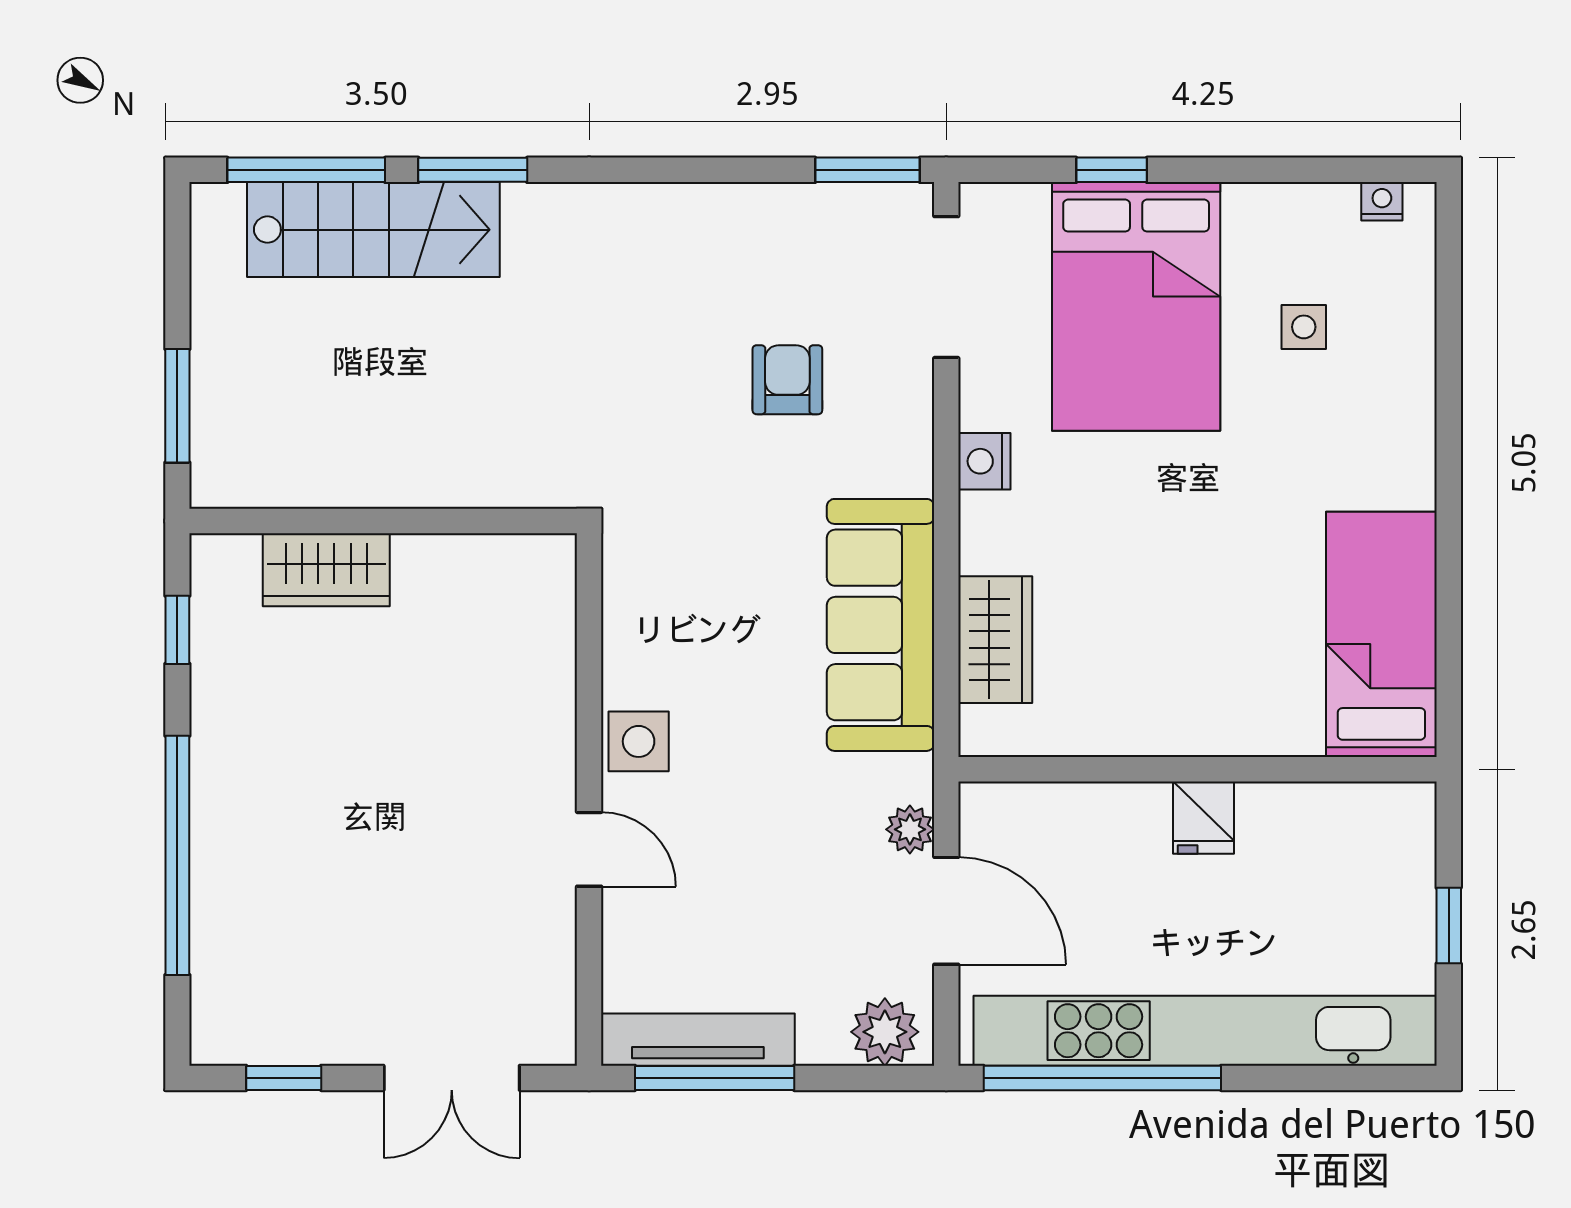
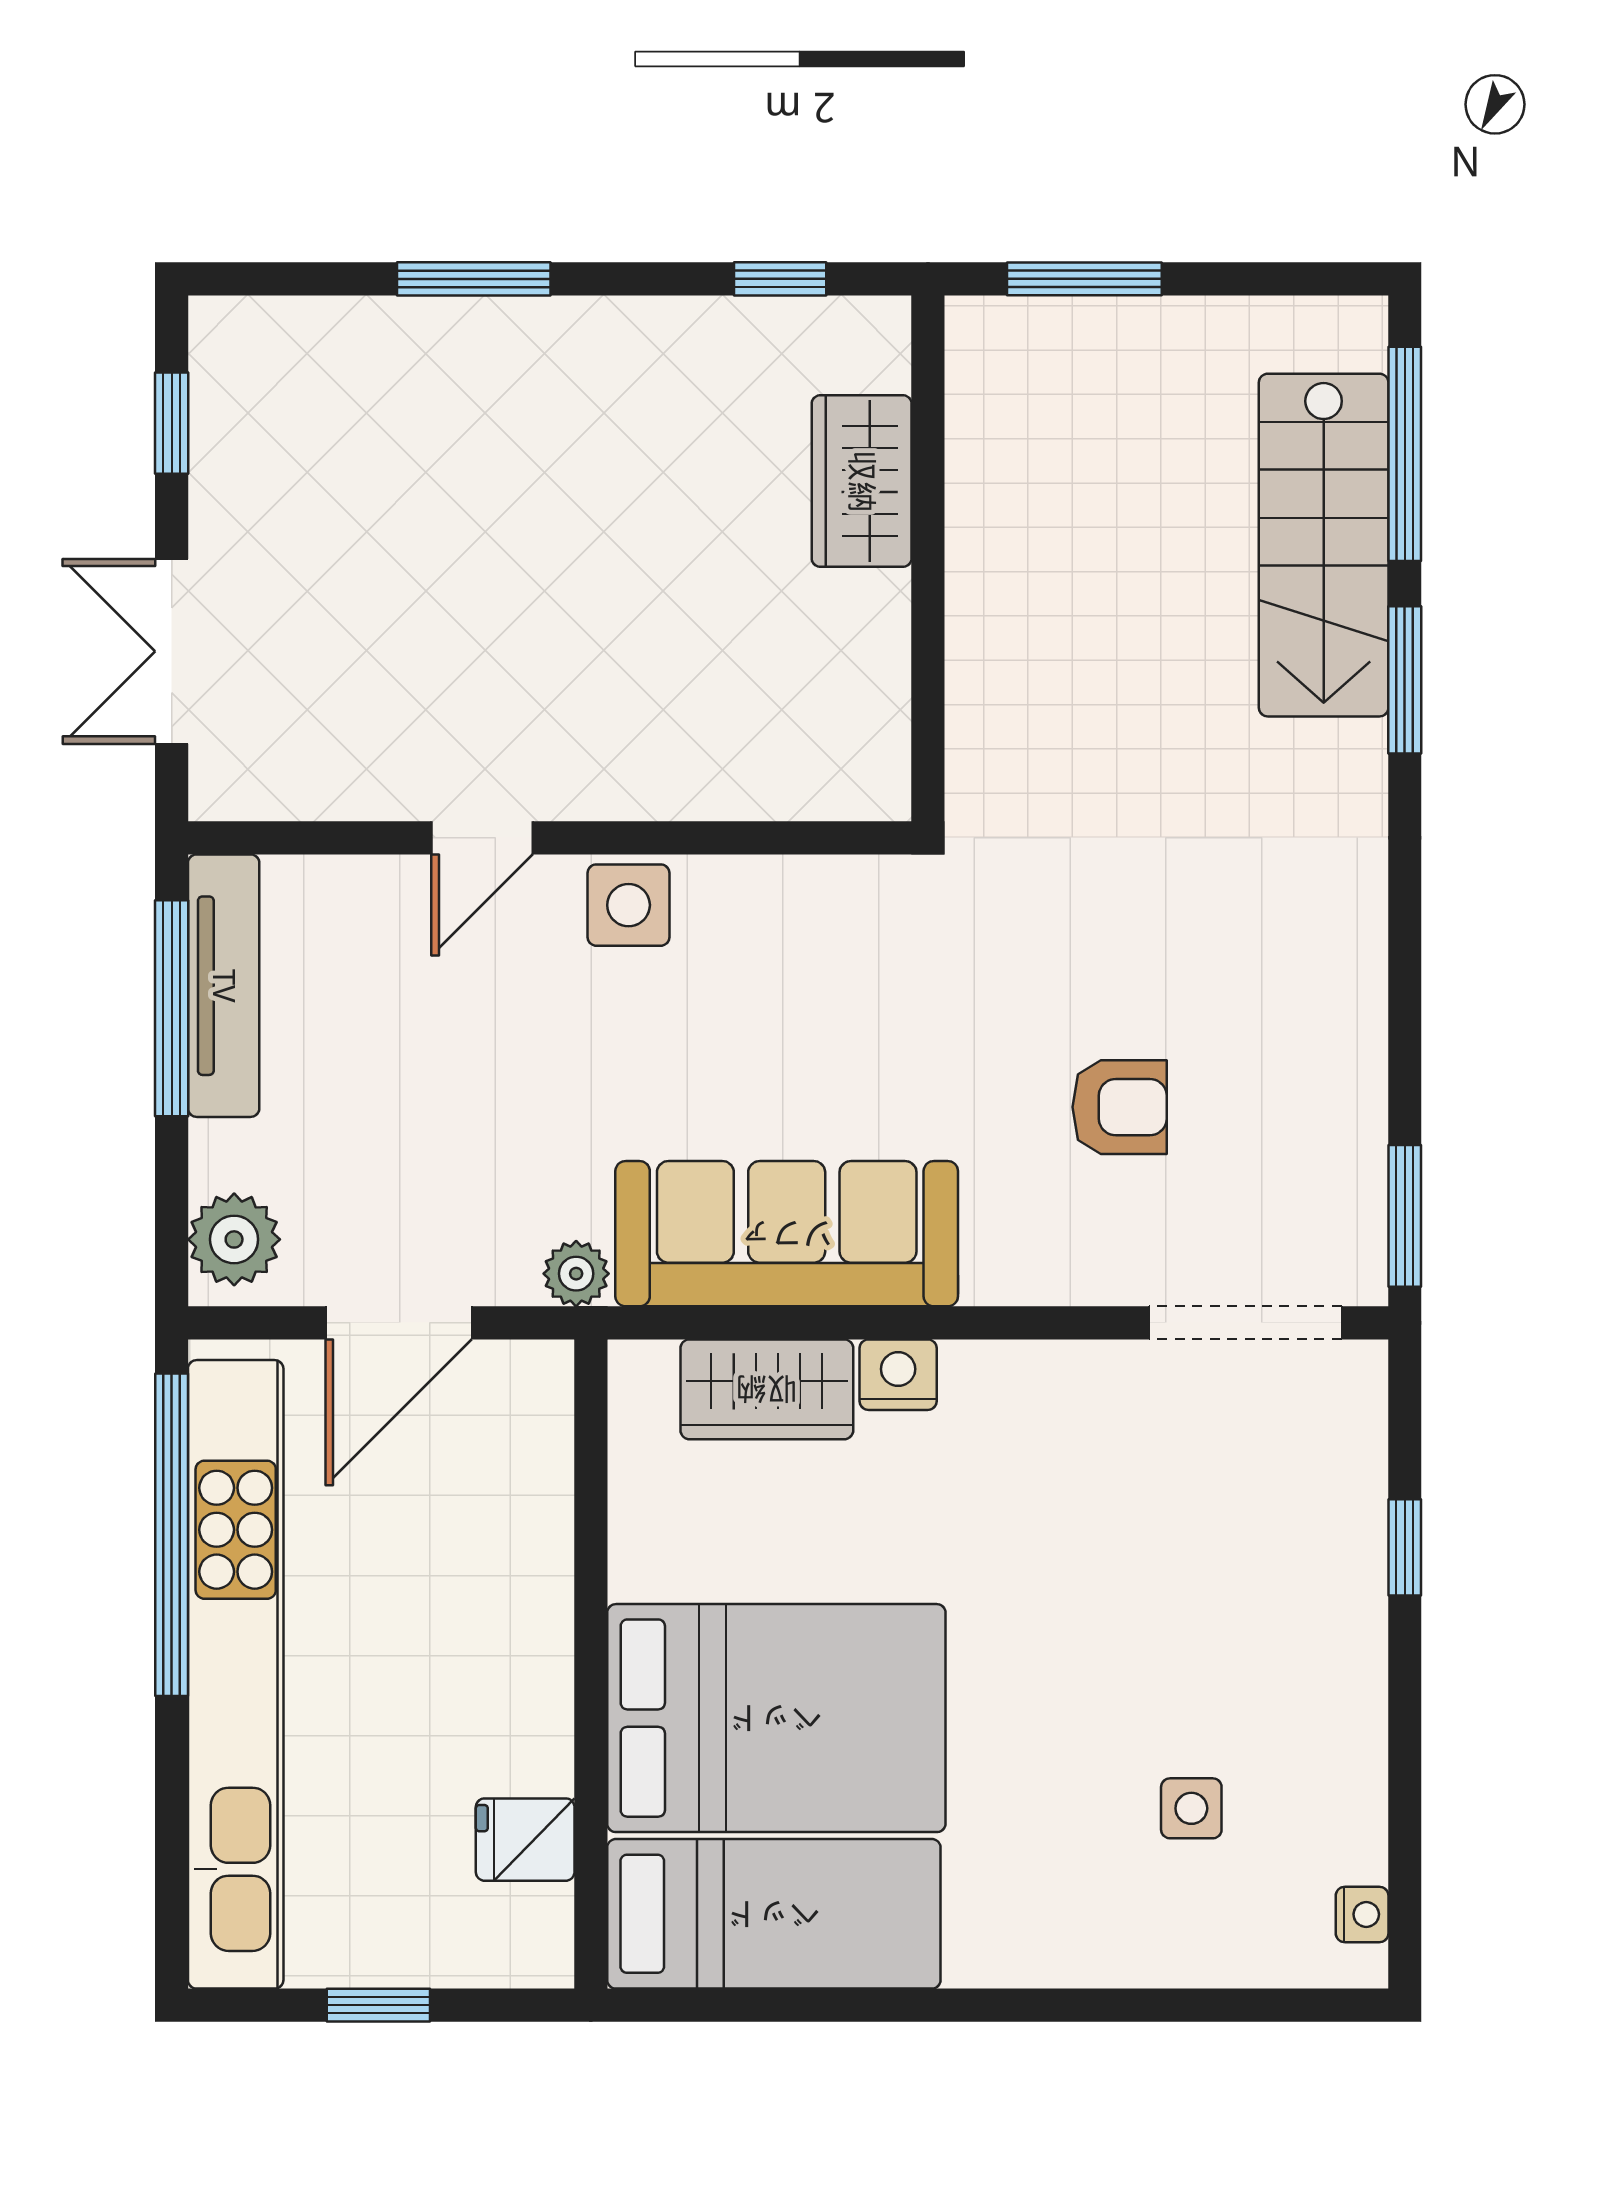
bed: (1136, 306) -> (776, 1718), moved, turned 180
nightstand: (984, 461) -> (898, 1375), moved
fridge: (1204, 818) -> (525, 1840), moved
plant: (910, 829) -> (576, 1274), moved
window: (177, 855) -> (474, 279), width x0.47

